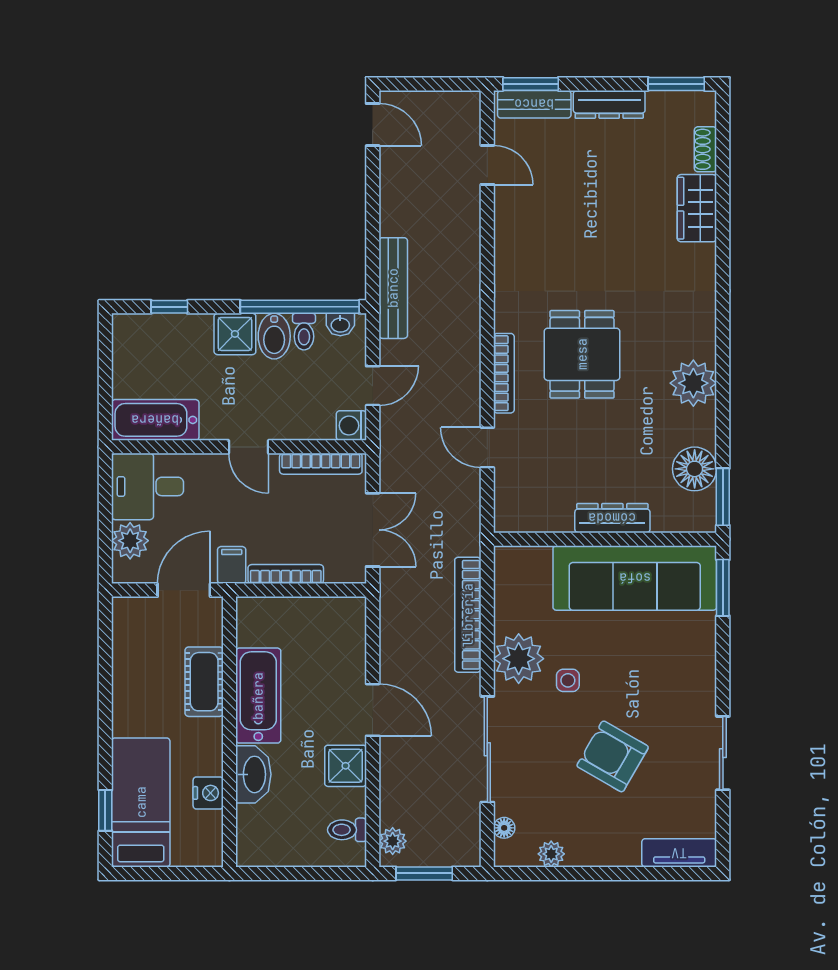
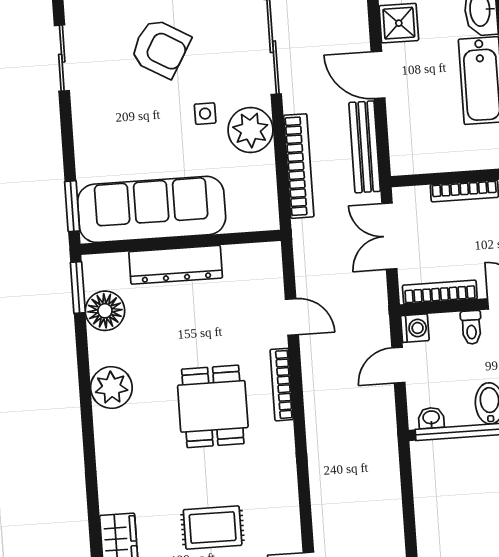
rug: (592, 220) -> (213, 528), added
bench: (393, 288) -> (365, 147), moved
toilet: (304, 332) -> (471, 327), moved, turned 180
dresser: (612, 518) -> (176, 265), width x1.37, depth x1.24

